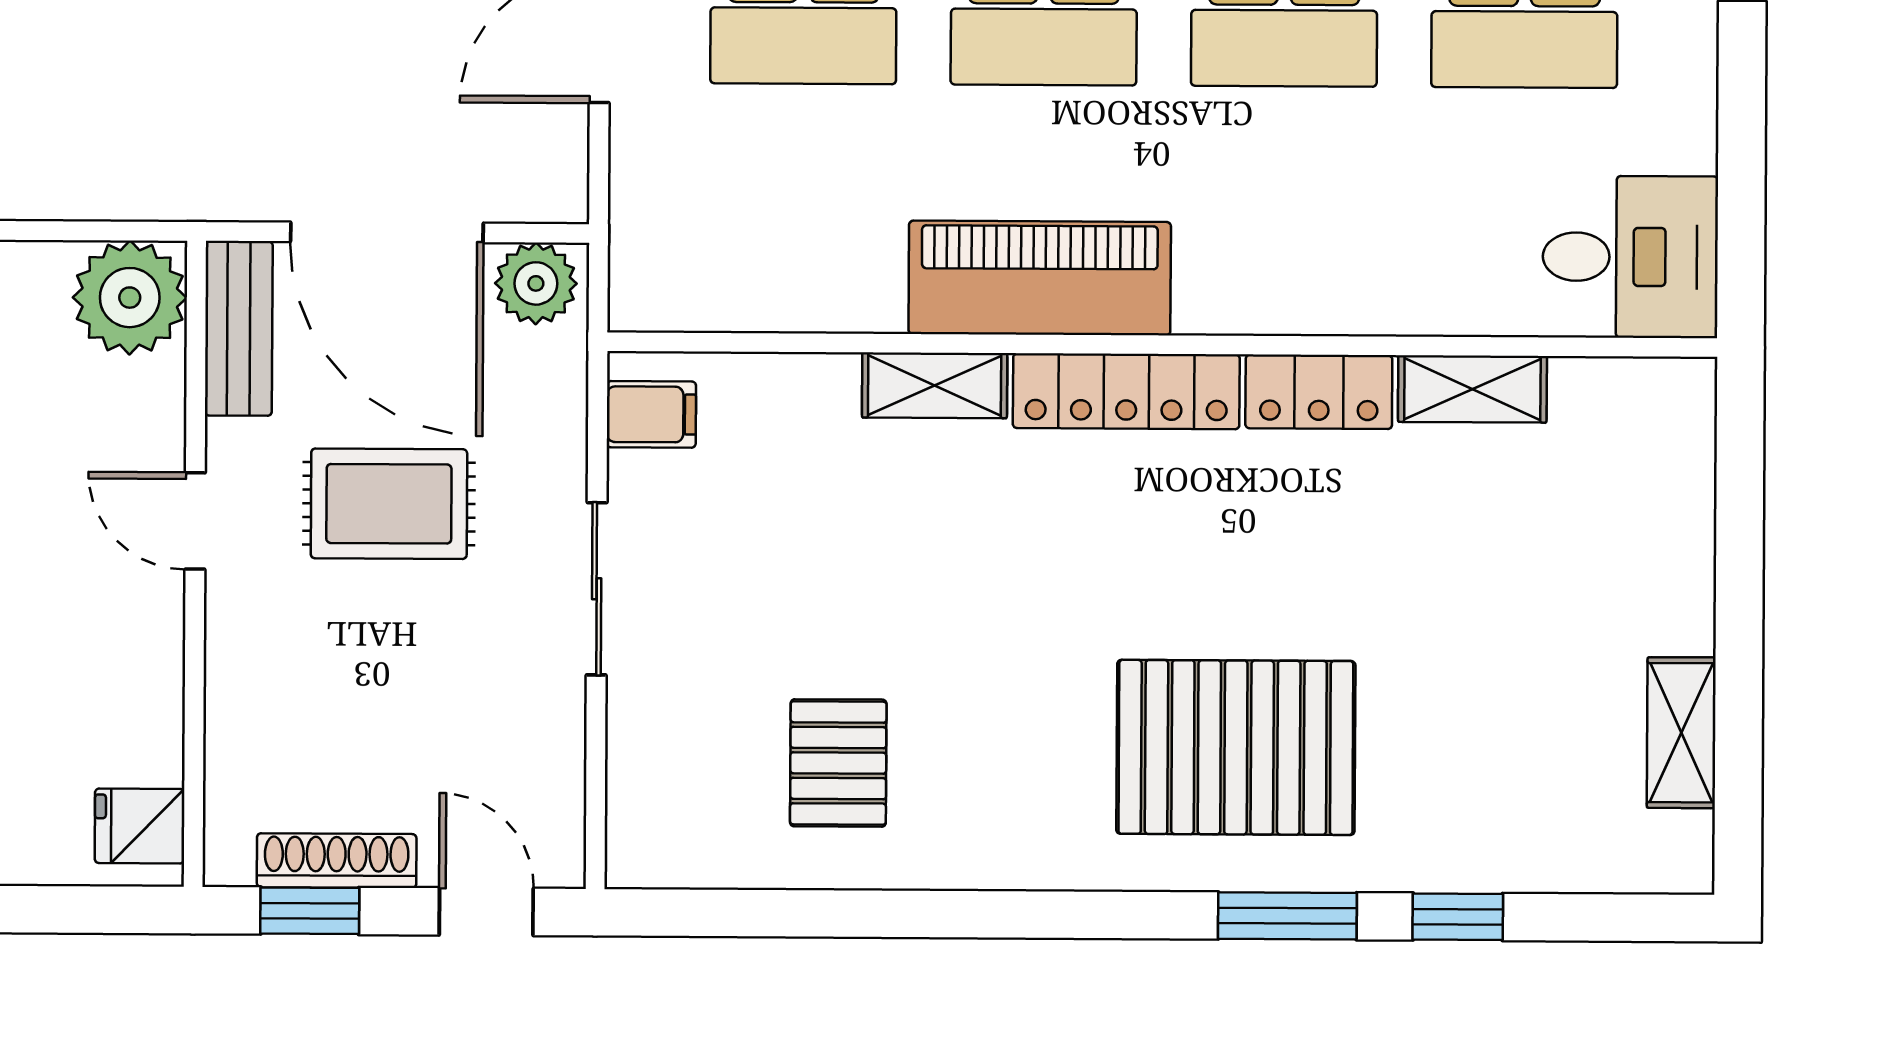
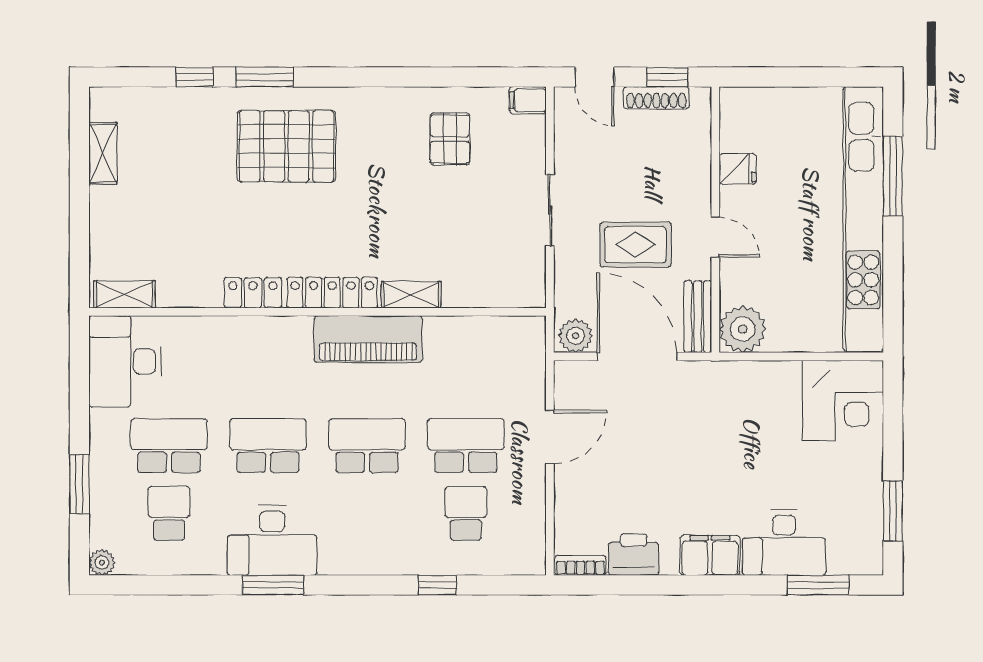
desk: (1630, 257) -> (125, 361), width x1.37
shelving: (1472, 389) -> (124, 294), moved
filing cabinet: (651, 414) -> (528, 100), moved
fridge: (140, 826) -> (738, 169), moved

